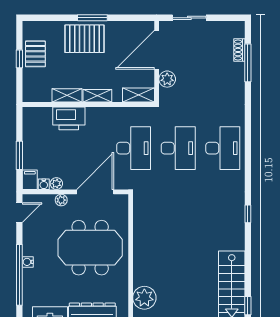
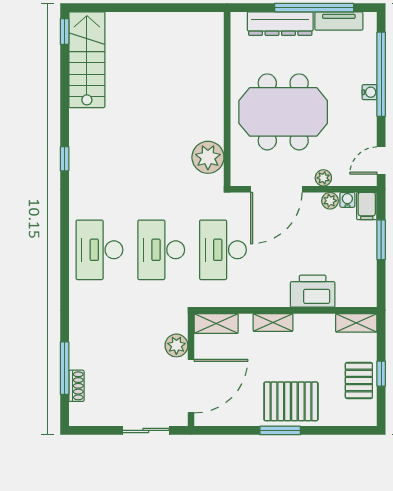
shelving: (67, 95) -> (356, 323), moved
plant: (144, 298) -> (208, 157), moved

